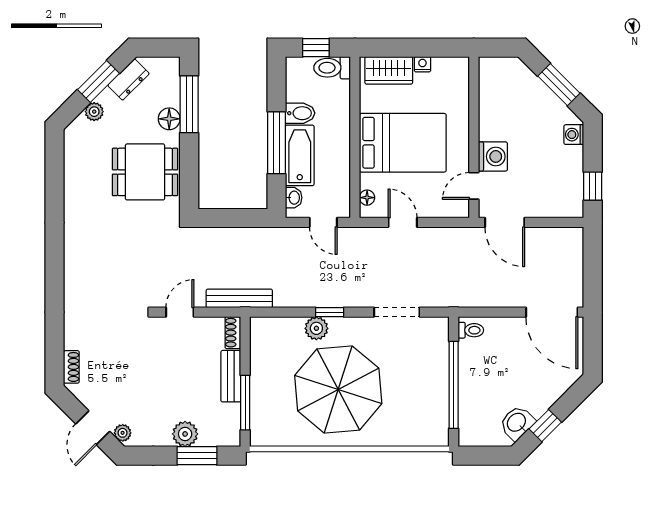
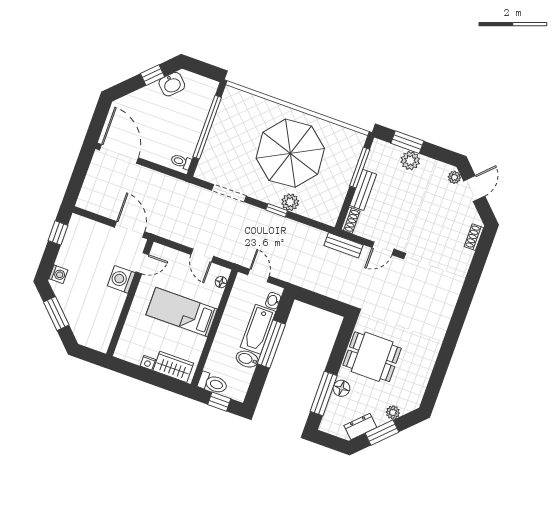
bed: (403, 143) -> (182, 312), width x0.67
bench: (239, 298) -> (344, 245), width x0.73

